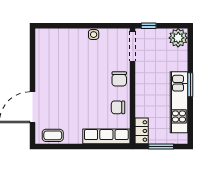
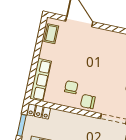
chair: (118, 107) -> (71, 87), moved

